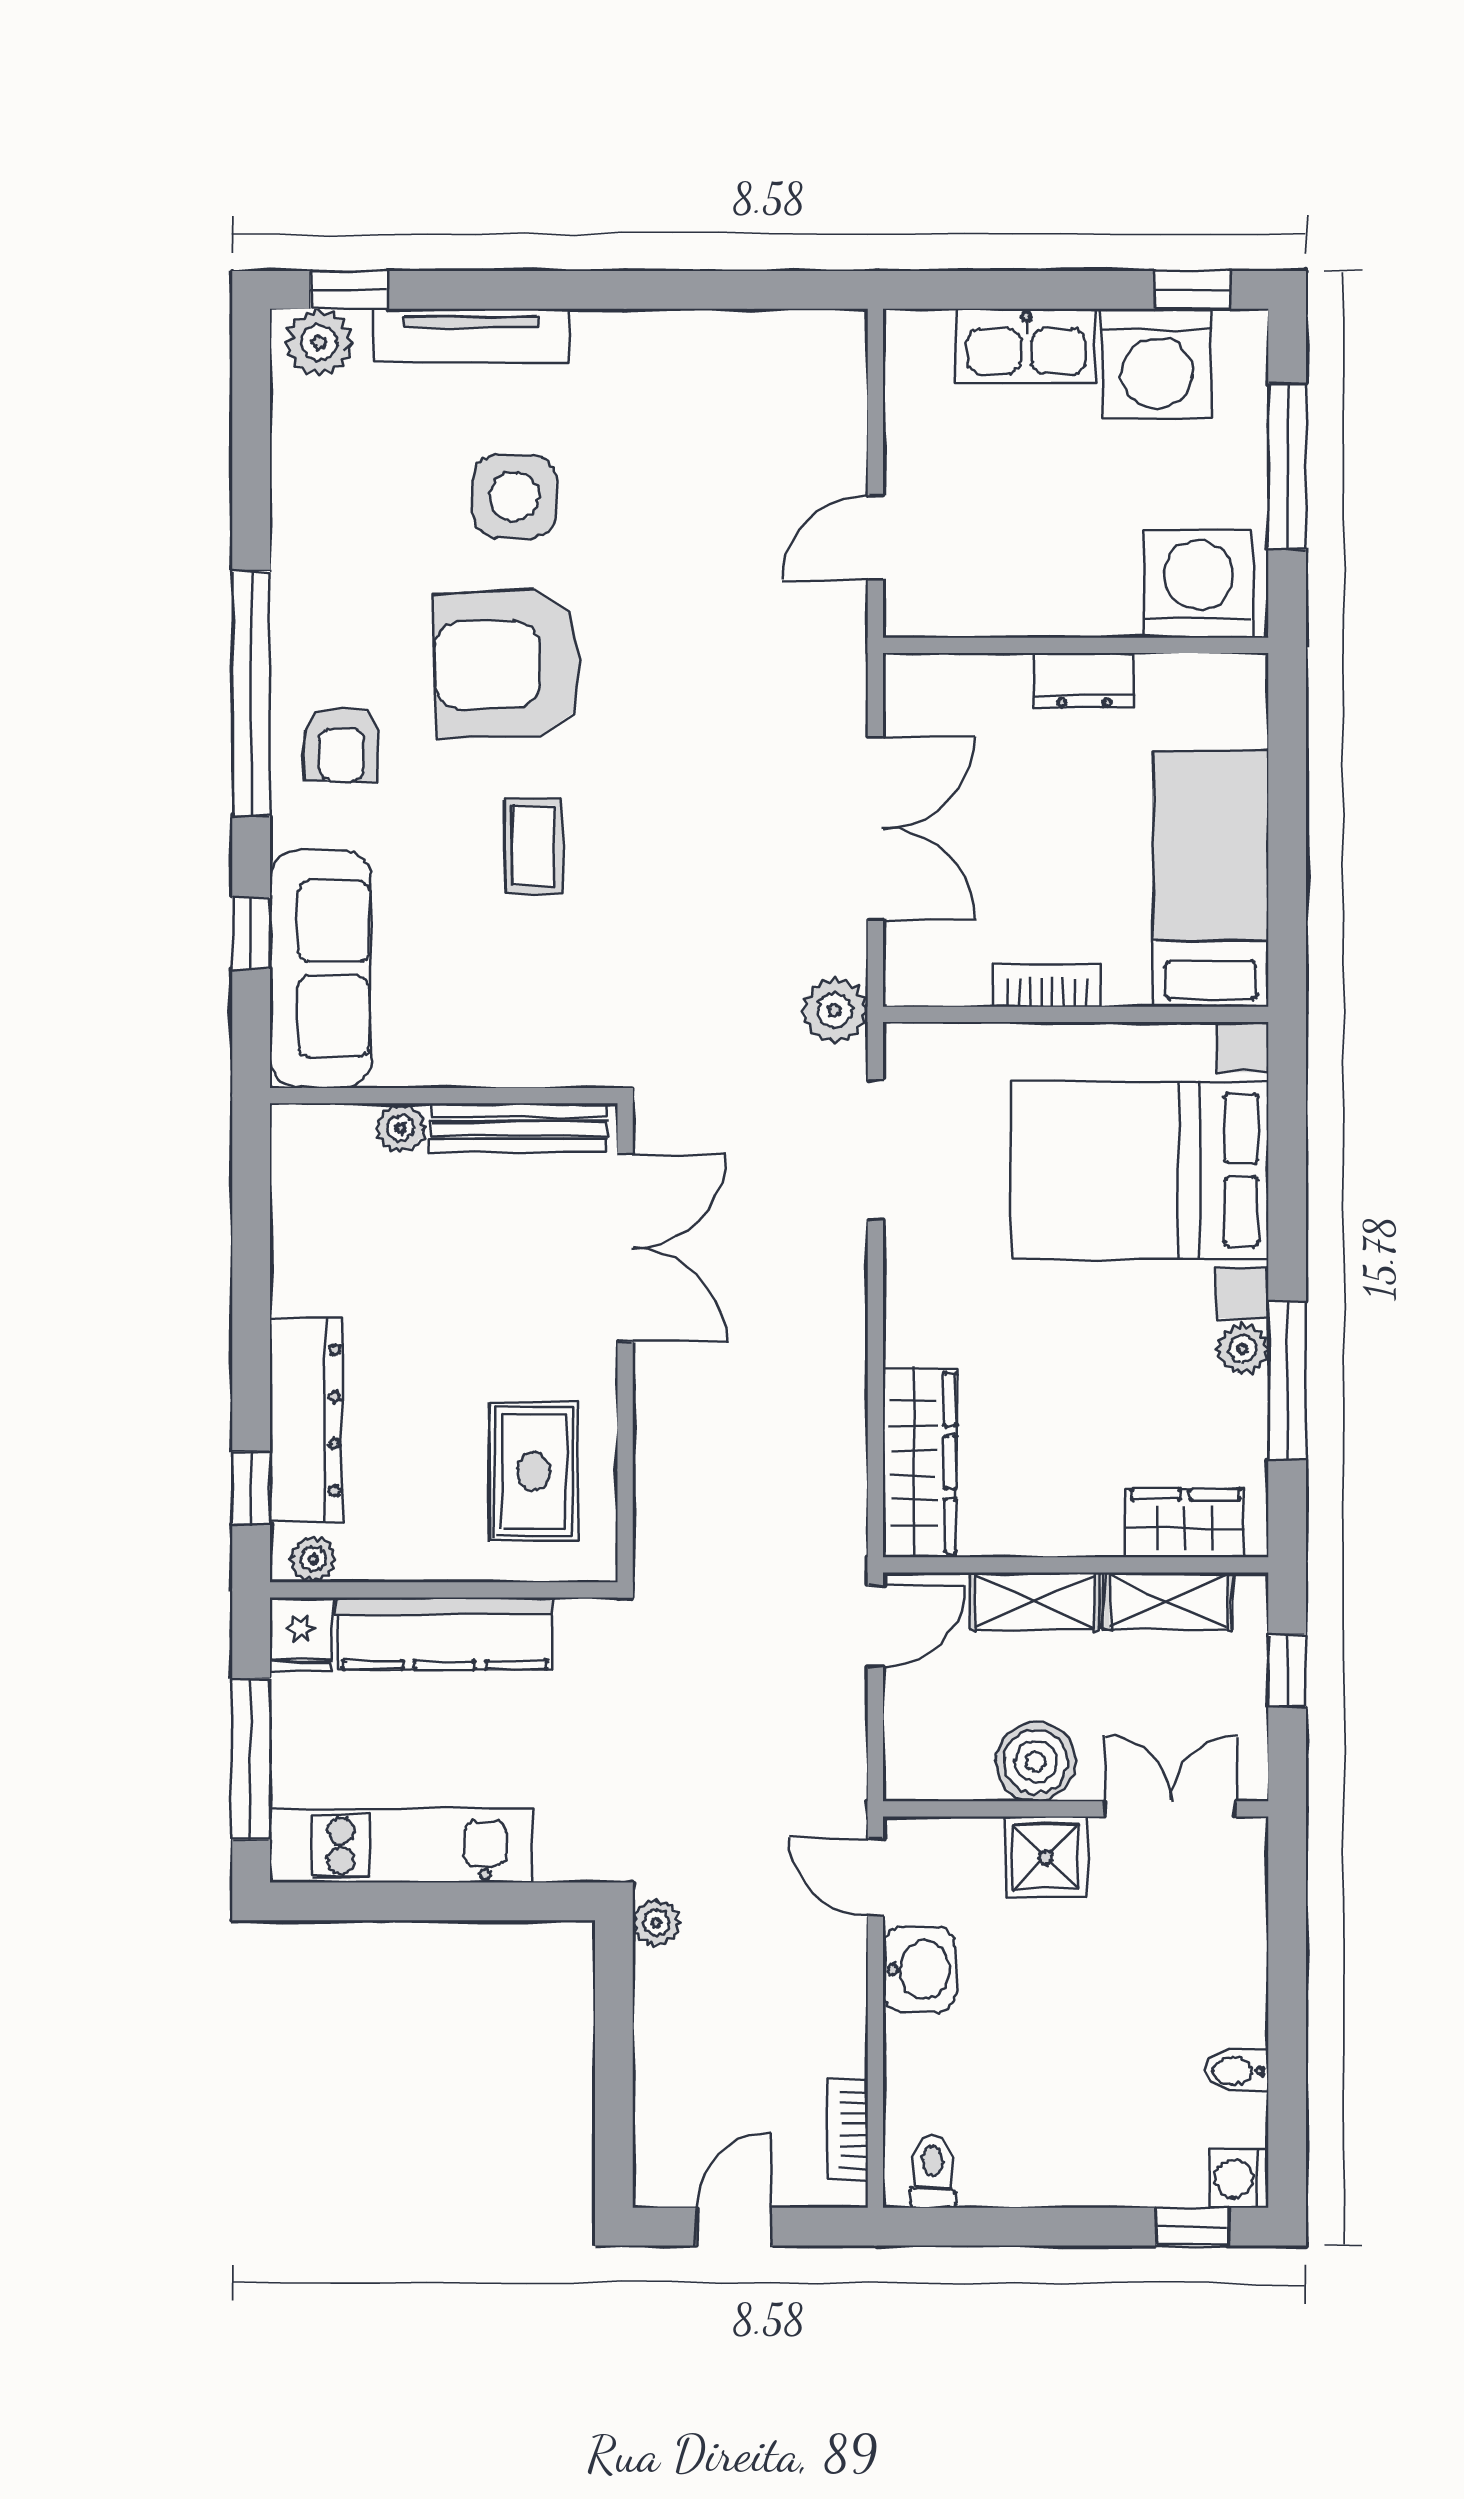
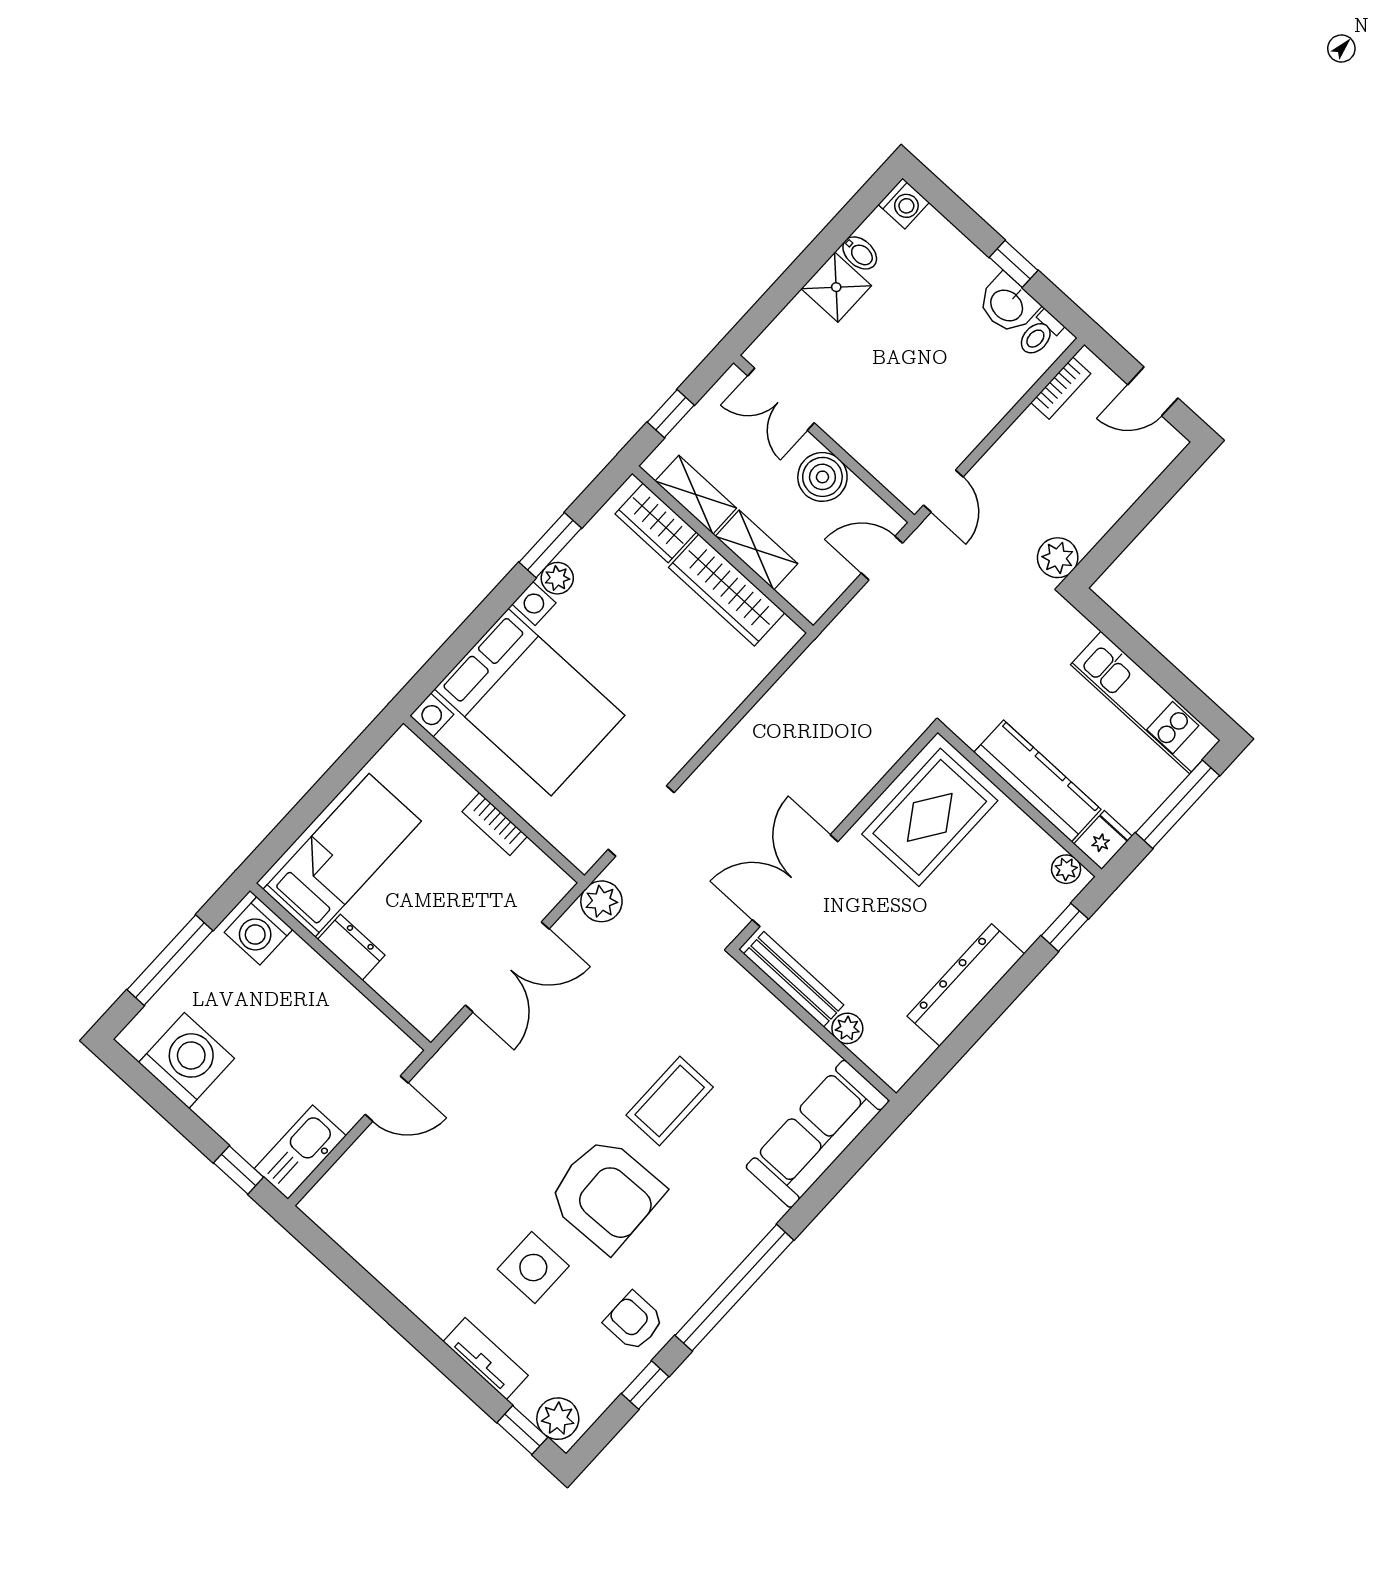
window: (1192, 290) -> (239, 1170), moved
tv unit: (471, 335) -> (486, 1359), width x0.71
kitchen sink: (1026, 346) -> (300, 1152), moved, turned -90
washing machine: (1198, 584) -> (258, 931), width x0.73, depth x0.73
armchair: (342, 744) -> (634, 1321), moved, turned -90
double door: (875, 828) -> (507, 967), swing flipped
coffee table: (534, 846) -> (670, 1101), width x1.36, depth x1.30
bed: (1211, 879) -> (342, 855), moved, turned 180
window: (251, 933) -> (645, 1385), moved
window: (1287, 1381) -> (550, 545), width x0.69
dresser: (306, 1420) -> (966, 985), moved
wardrobe: (920, 1463) -> (727, 590), moved, turned -90
rug: (534, 1471) -> (930, 817), width x1.36, depth x1.43
door: (875, 1626) -> (882, 558), moved
shower: (1046, 1857) -> (836, 287), moved
plant: (656, 1923) -> (1058, 558), width x1.38, depth x1.38
washbasin: (920, 1969) -> (1008, 304), moved, turned -90
window: (1193, 2227) -> (1014, 264), moved

